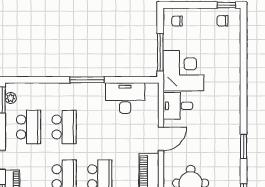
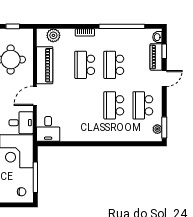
window: (160, 52) -> (35, 177), moved
window: (87, 80) -> (95, 144), removed
desk: (125, 98) -> (48, 129), moved, width x0.73

